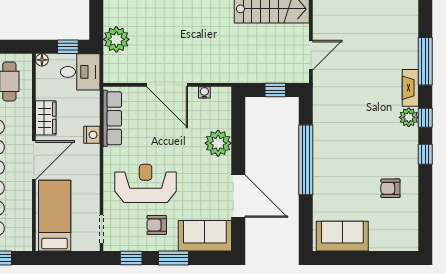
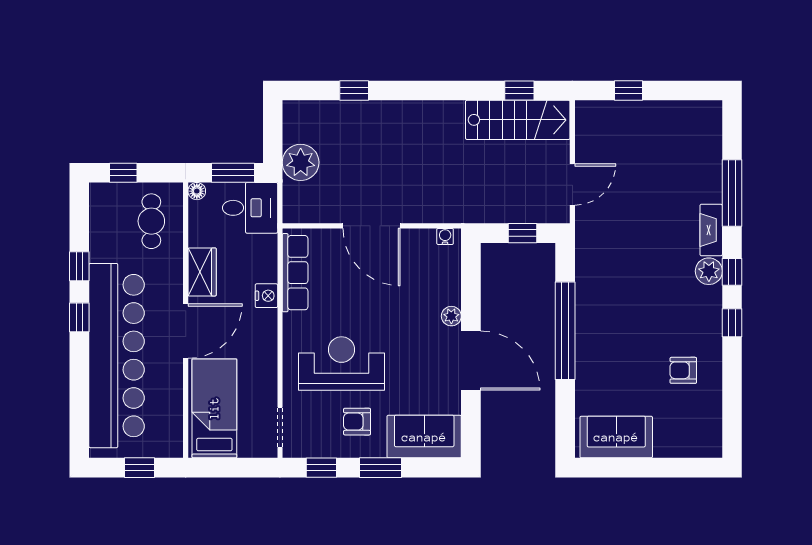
window: (68, 47) -> (233, 173), width x1.50
water cooler: (204, 92) -> (445, 236), moved
plant: (218, 143) -> (451, 316), width x0.53, depth x0.53
door: (238, 196) -> (471, 361), moved

